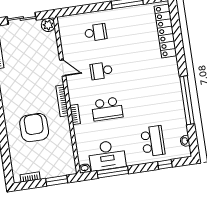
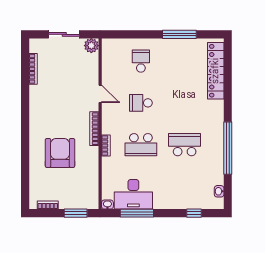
school desk: (96, 32) -> (141, 61), turned -90
school desk: (153, 141) -> (185, 145), moved, turned -90

